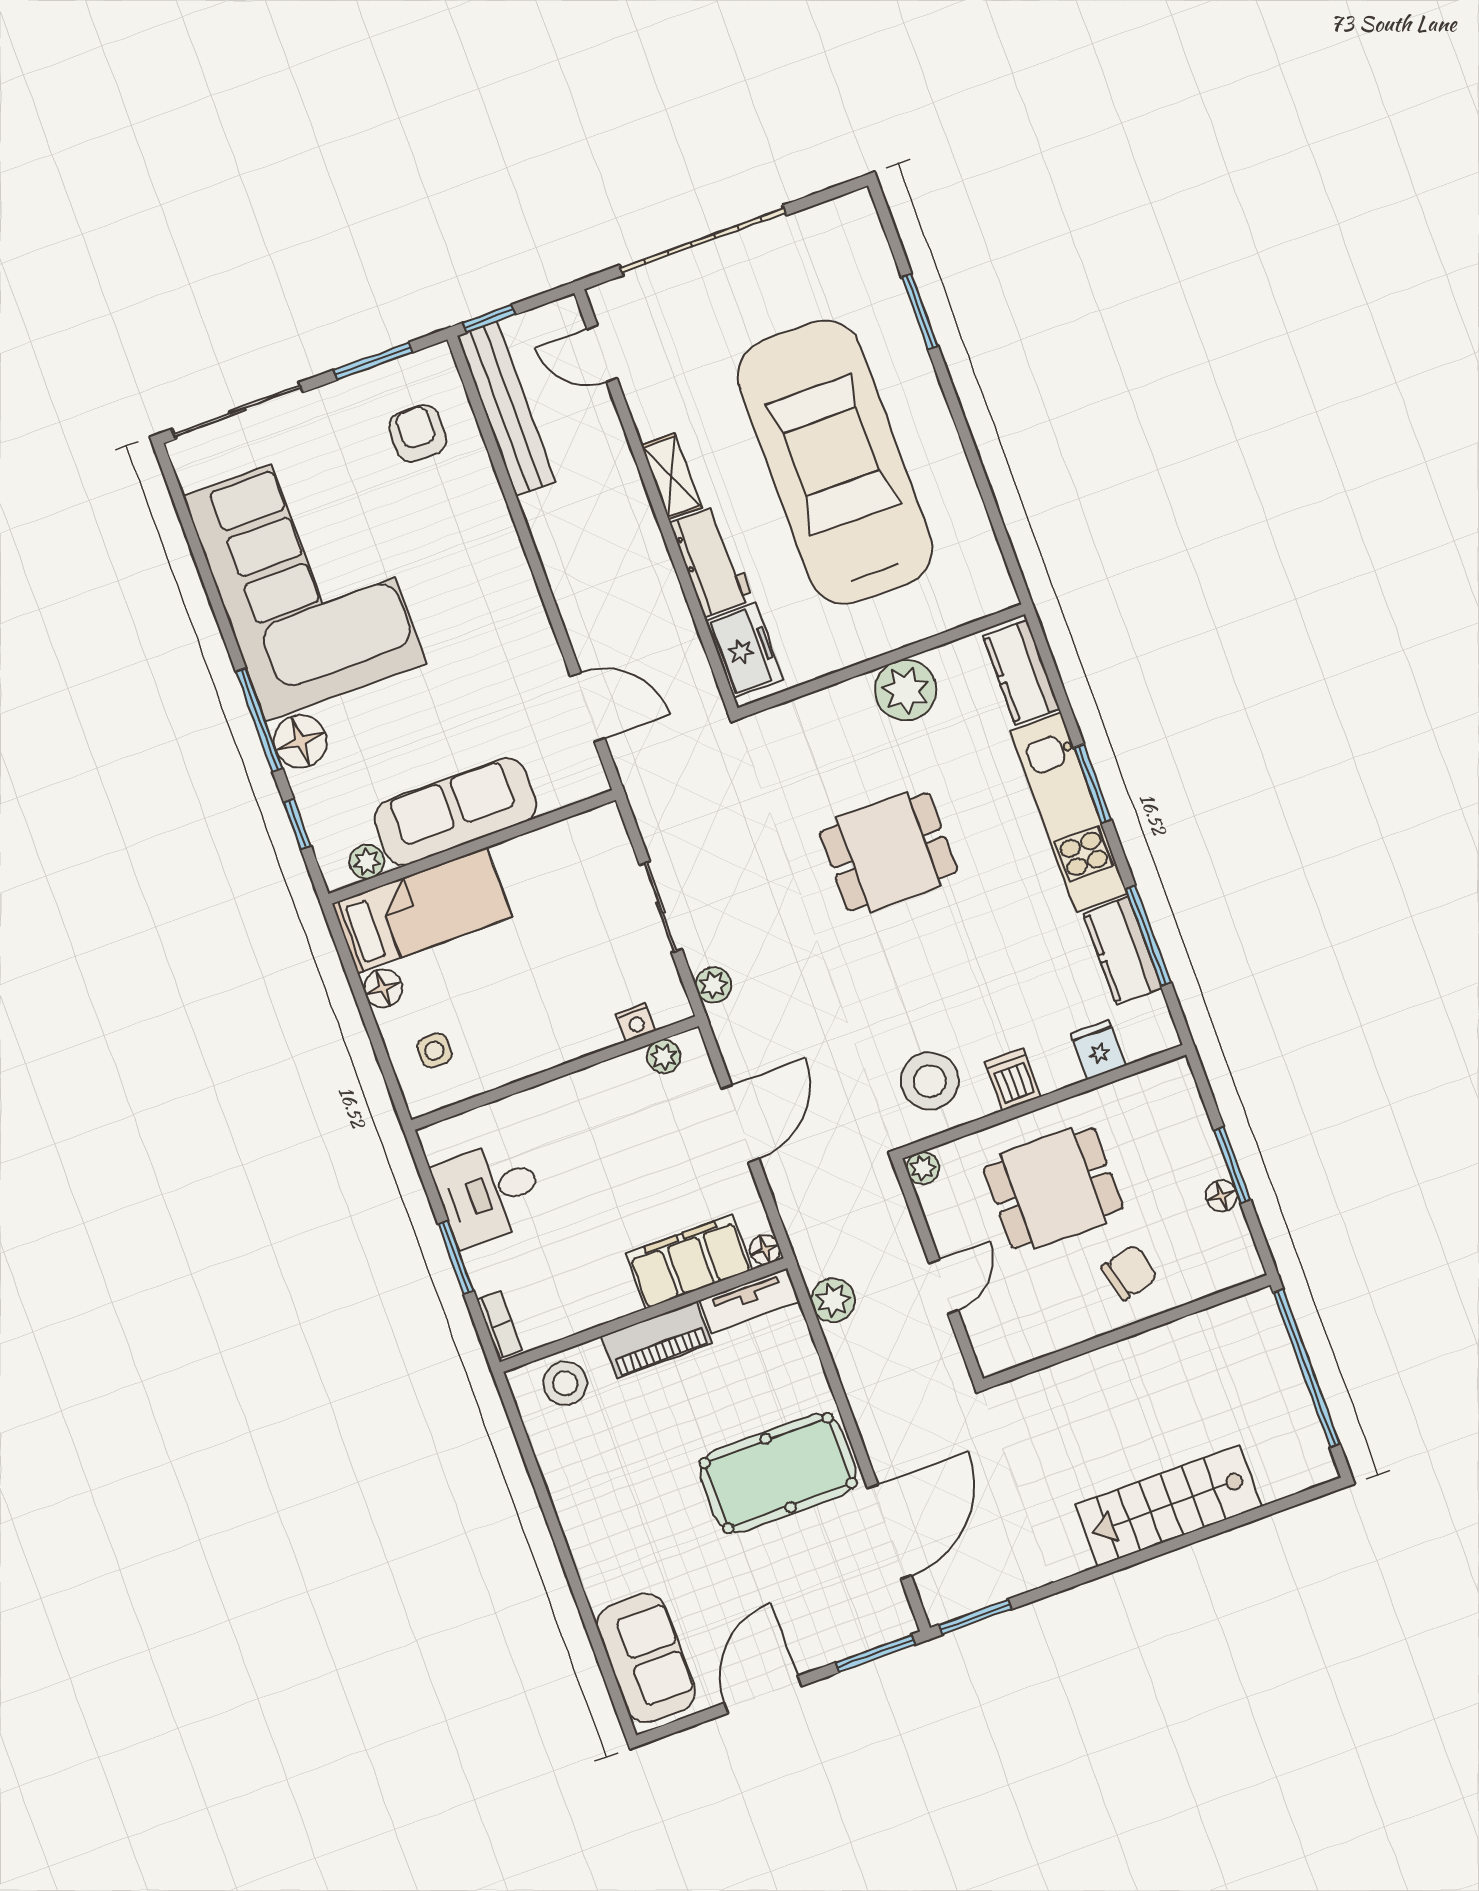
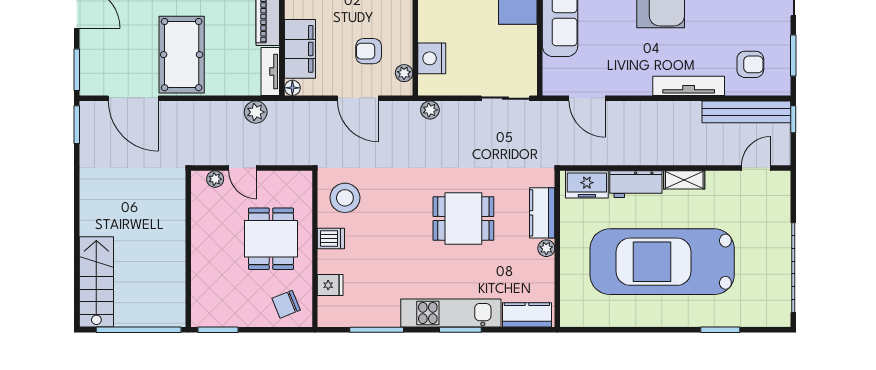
garage door: (703, 240) -> (793, 268), moved
car: (835, 462) -> (662, 262), turned 180
tv unit: (498, 531) -> (689, 86), added
plant: (906, 690) -> (546, 248), width x0.53, depth x0.53
door: (588, 707) -> (587, 98), hinge flipped
dining table: (889, 852) -> (463, 218), turned 90
sliding door: (661, 907) -> (505, 98), moved
kitchen counter: (1122, 951) -> (542, 213), moved, turned -90
nightstand: (636, 1022) -> (432, 58), width x1.89, depth x1.79
armchair: (647, 1136) -> (369, 51), added
window: (1232, 1165) -> (218, 330), moved
plant: (923, 1168) -> (215, 179), moved
floor lamp: (1221, 1196) -> (237, 319), removed
chair: (1129, 1272) -> (286, 304), moved, turned 82
stairs: (1169, 1506) -> (96, 282), moved

